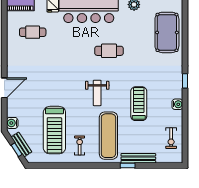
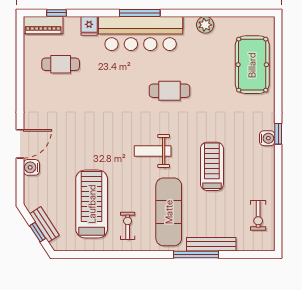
weight bench: (97, 93) -> (153, 151), turned 90
water cooler: (177, 104) -> (267, 138), moved
water cooler: (12, 123) -> (31, 167), moved
treadmill: (54, 130) -> (92, 204), turned 180
window: (128, 165) -> (196, 254), width x2.17

